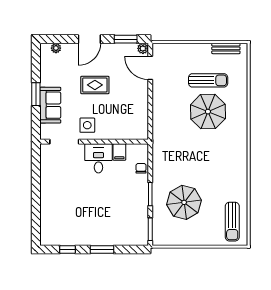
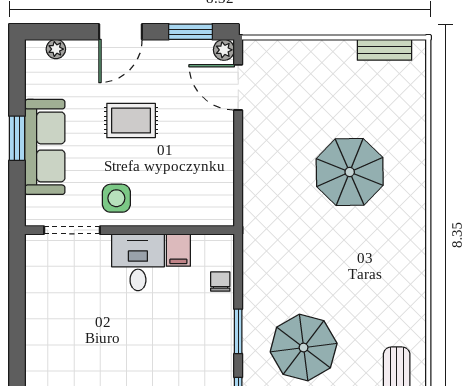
sun lounger: (208, 80) -> (350, 112), removed
sofa: (50, 105) -> (45, 147), width x1.36

